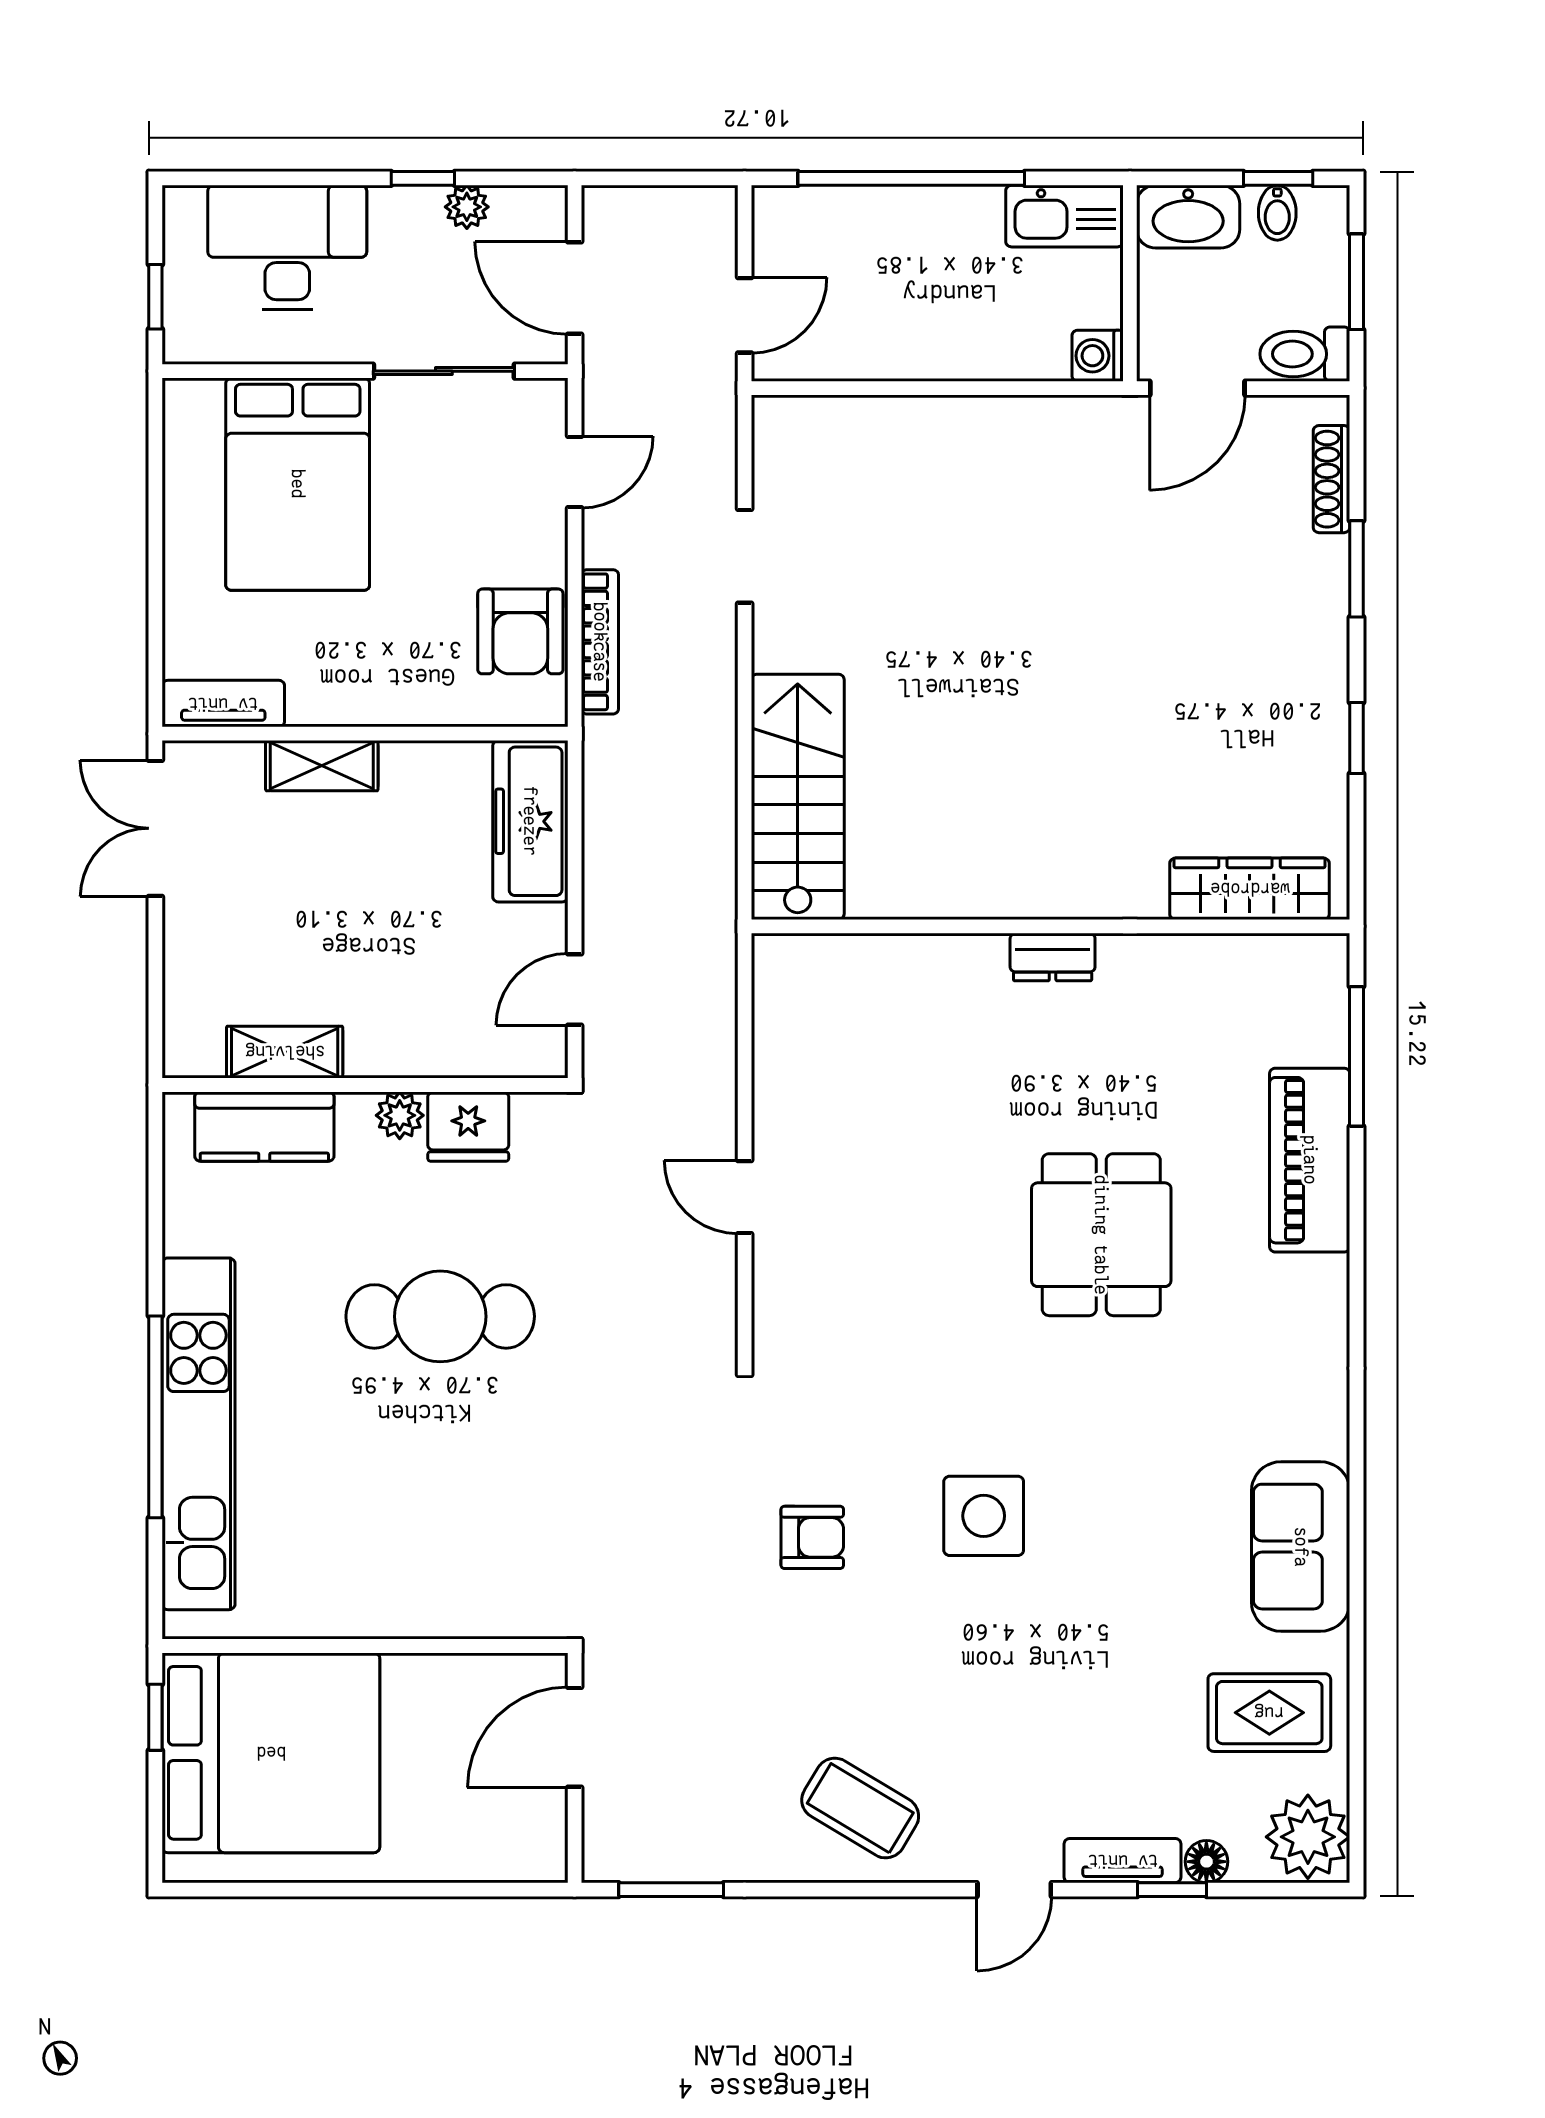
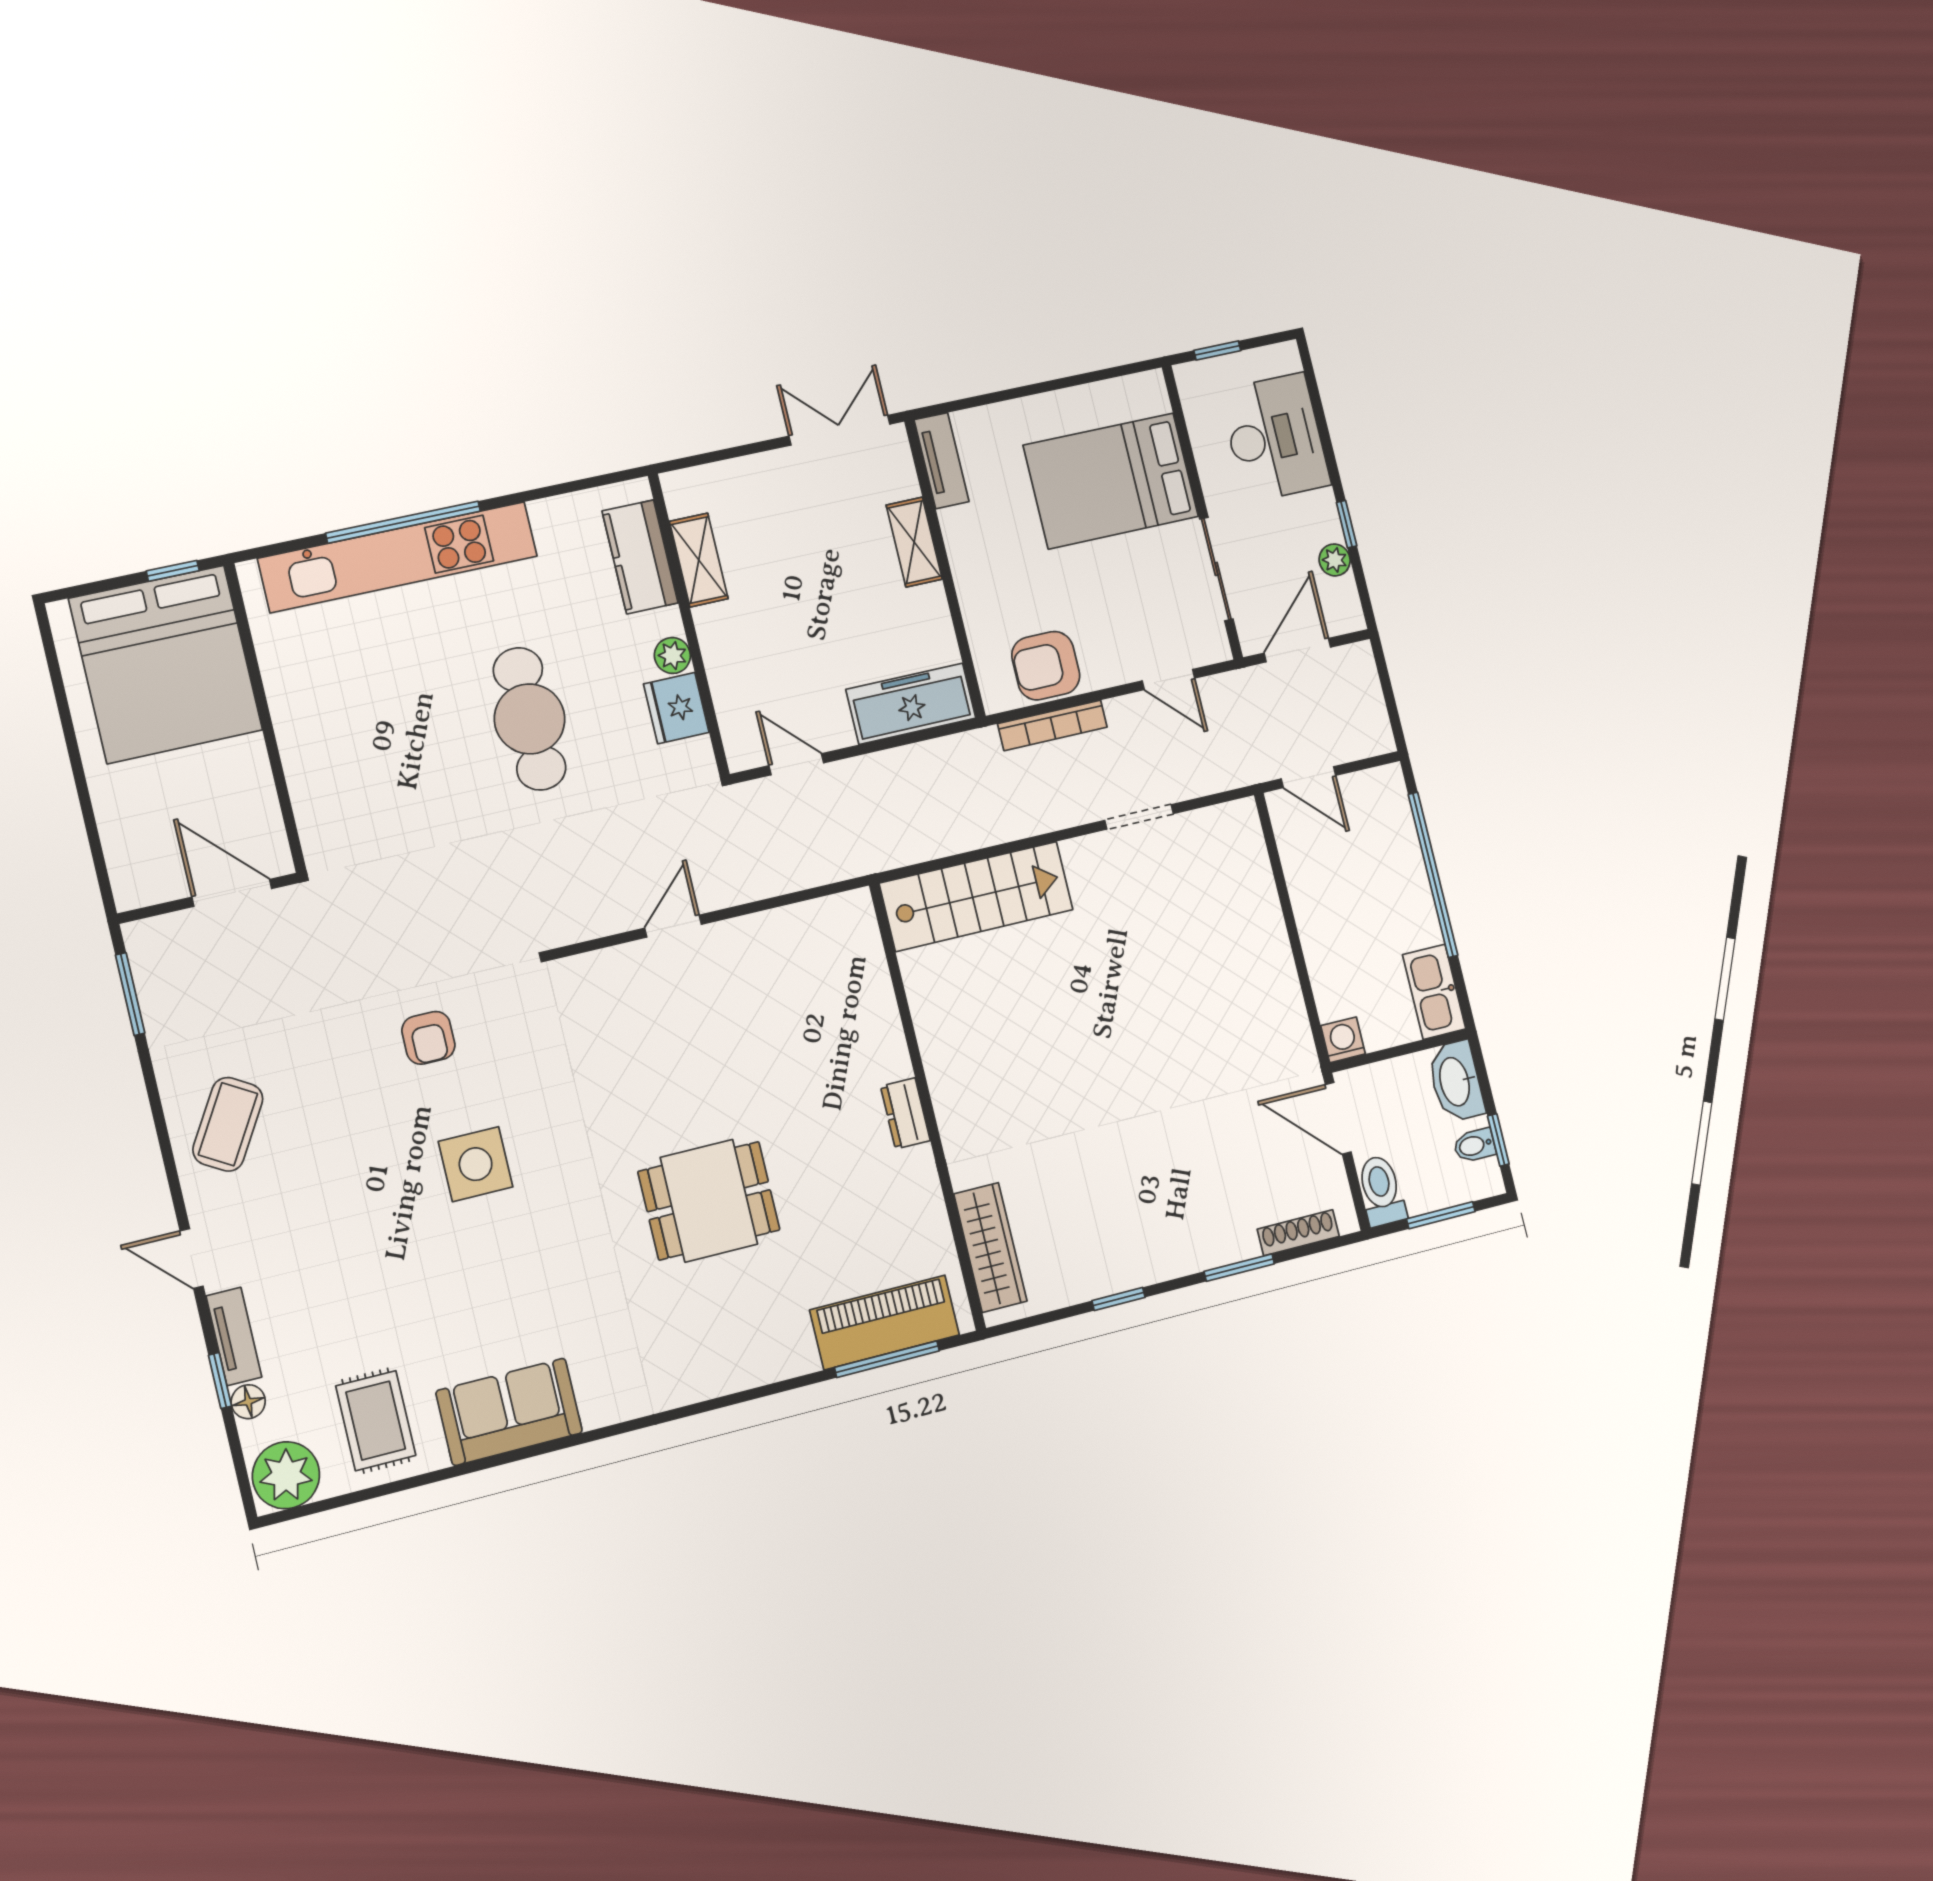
piano: (1310, 1160) -> (885, 1322), moved

